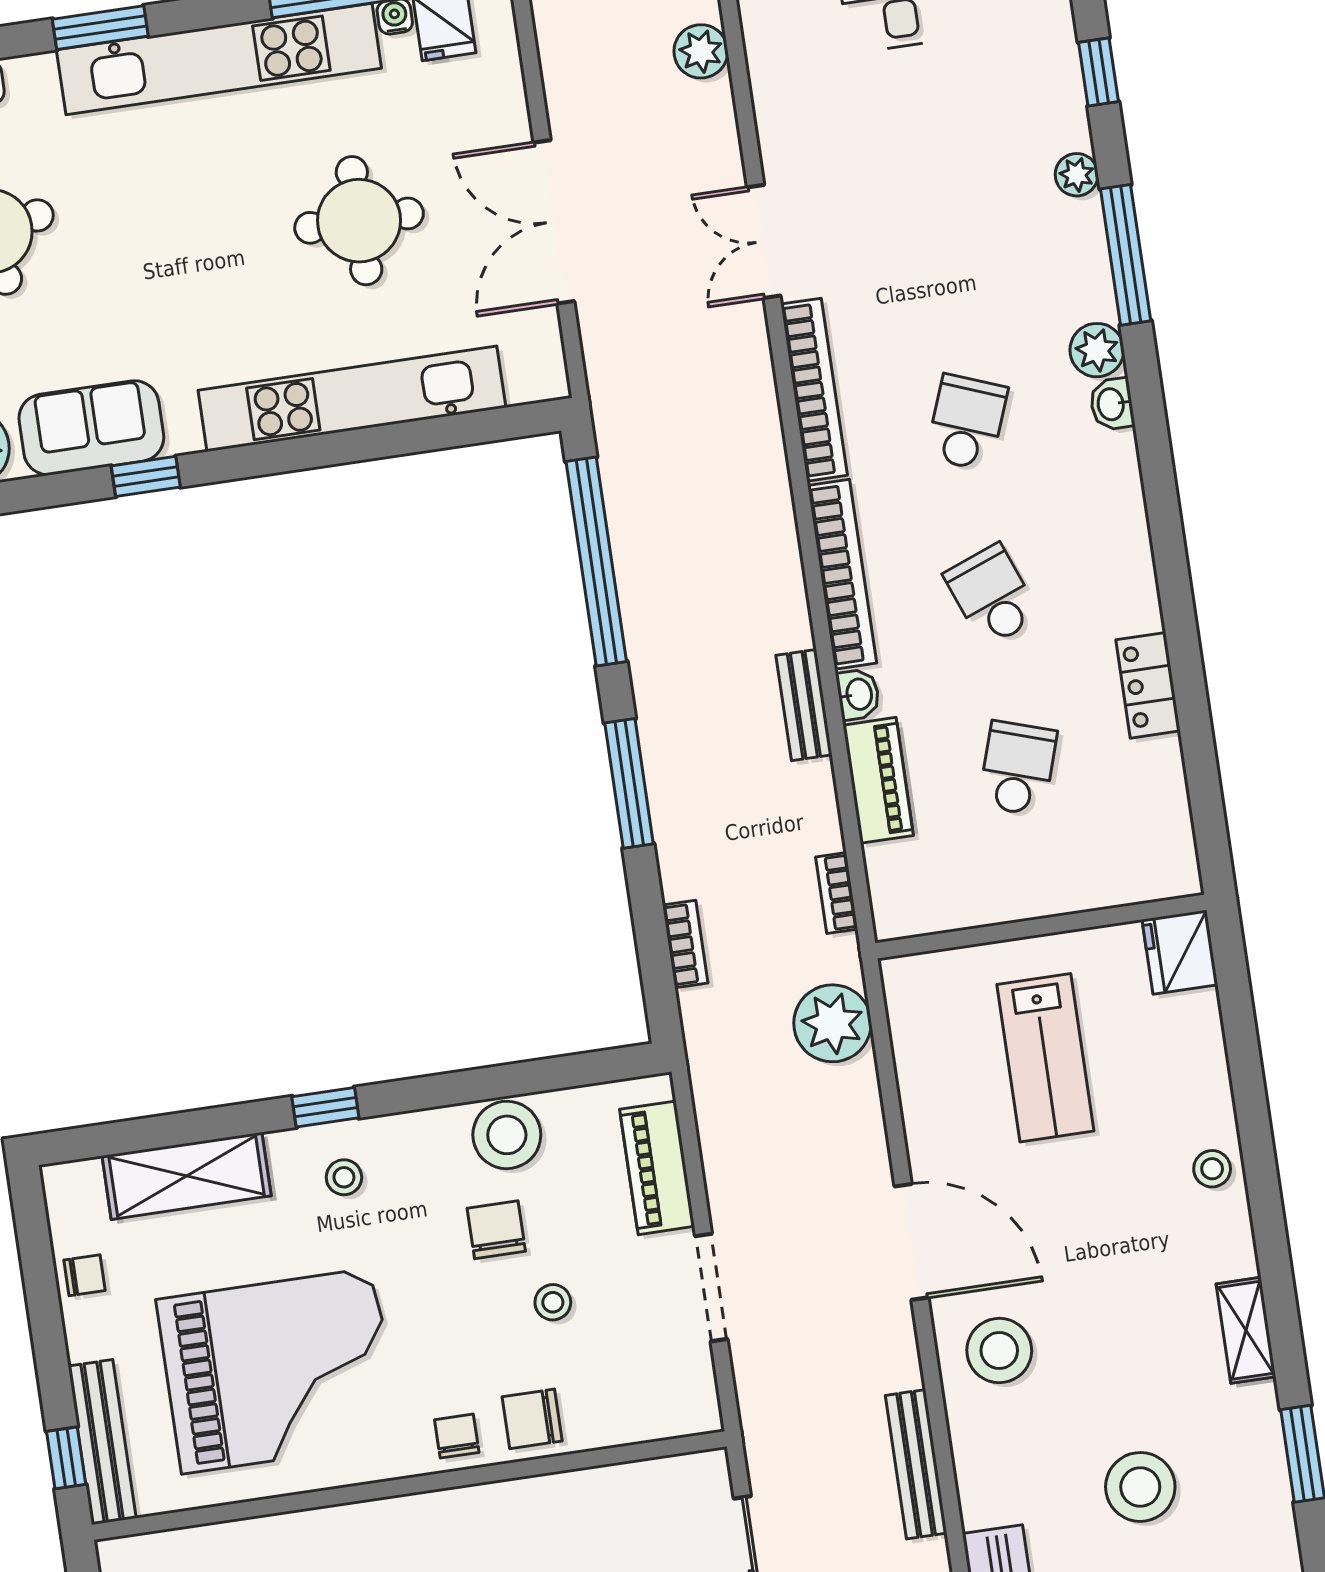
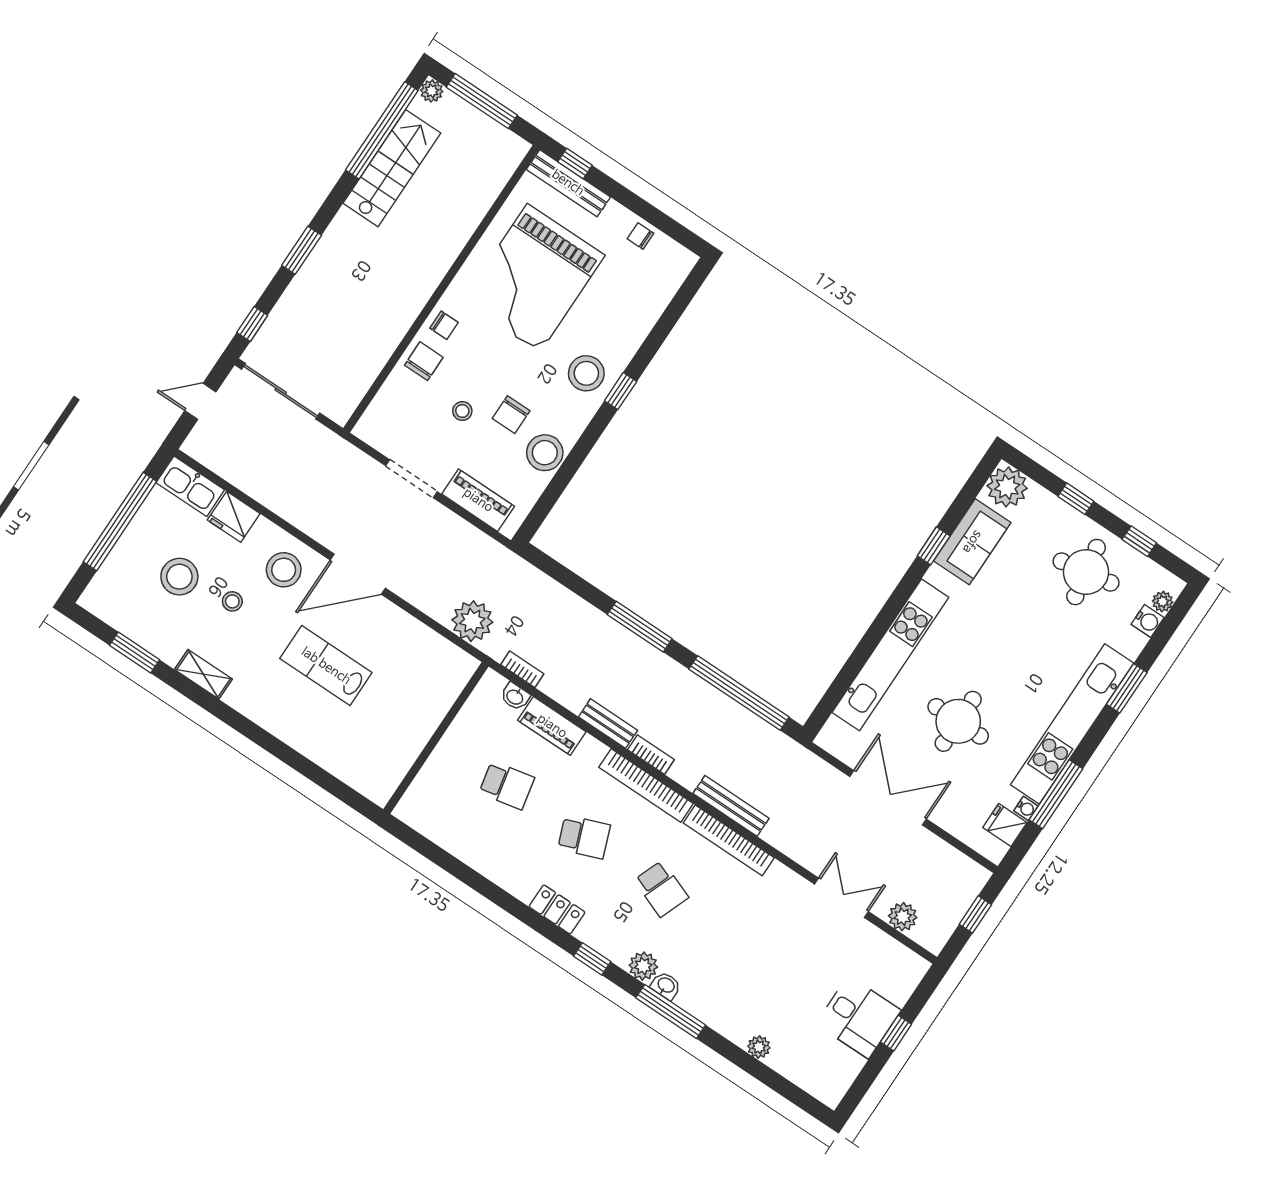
window: (1099, 72) -> (592, 959), moved
plant: (1077, 175) -> (759, 1047), moved
double door: (764, 241) -> (841, 898), moved
washbasin: (1112, 404) -> (666, 986), moved
locker: (1148, 685) -> (557, 909), moved
washbasin: (858, 694) -> (515, 697), moved
school desk: (1018, 768) -> (507, 785), turned -30
bookcase: (685, 944) -> (651, 755), moved, turned 180
fridge: (1180, 952) -> (234, 517), moved, turned 180
lab bench: (1045, 1058) -> (326, 666), moved
stool: (1212, 1169) -> (232, 601), moved
shelving: (187, 1176) -> (643, 312), removed
stool: (344, 1177) -> (586, 373), width x1.89, depth x1.89
chair: (496, 1230) -> (511, 415), turned 90
chair: (85, 1275) -> (640, 236), turned 90
bench: (916, 1464) -> (731, 806), moved

